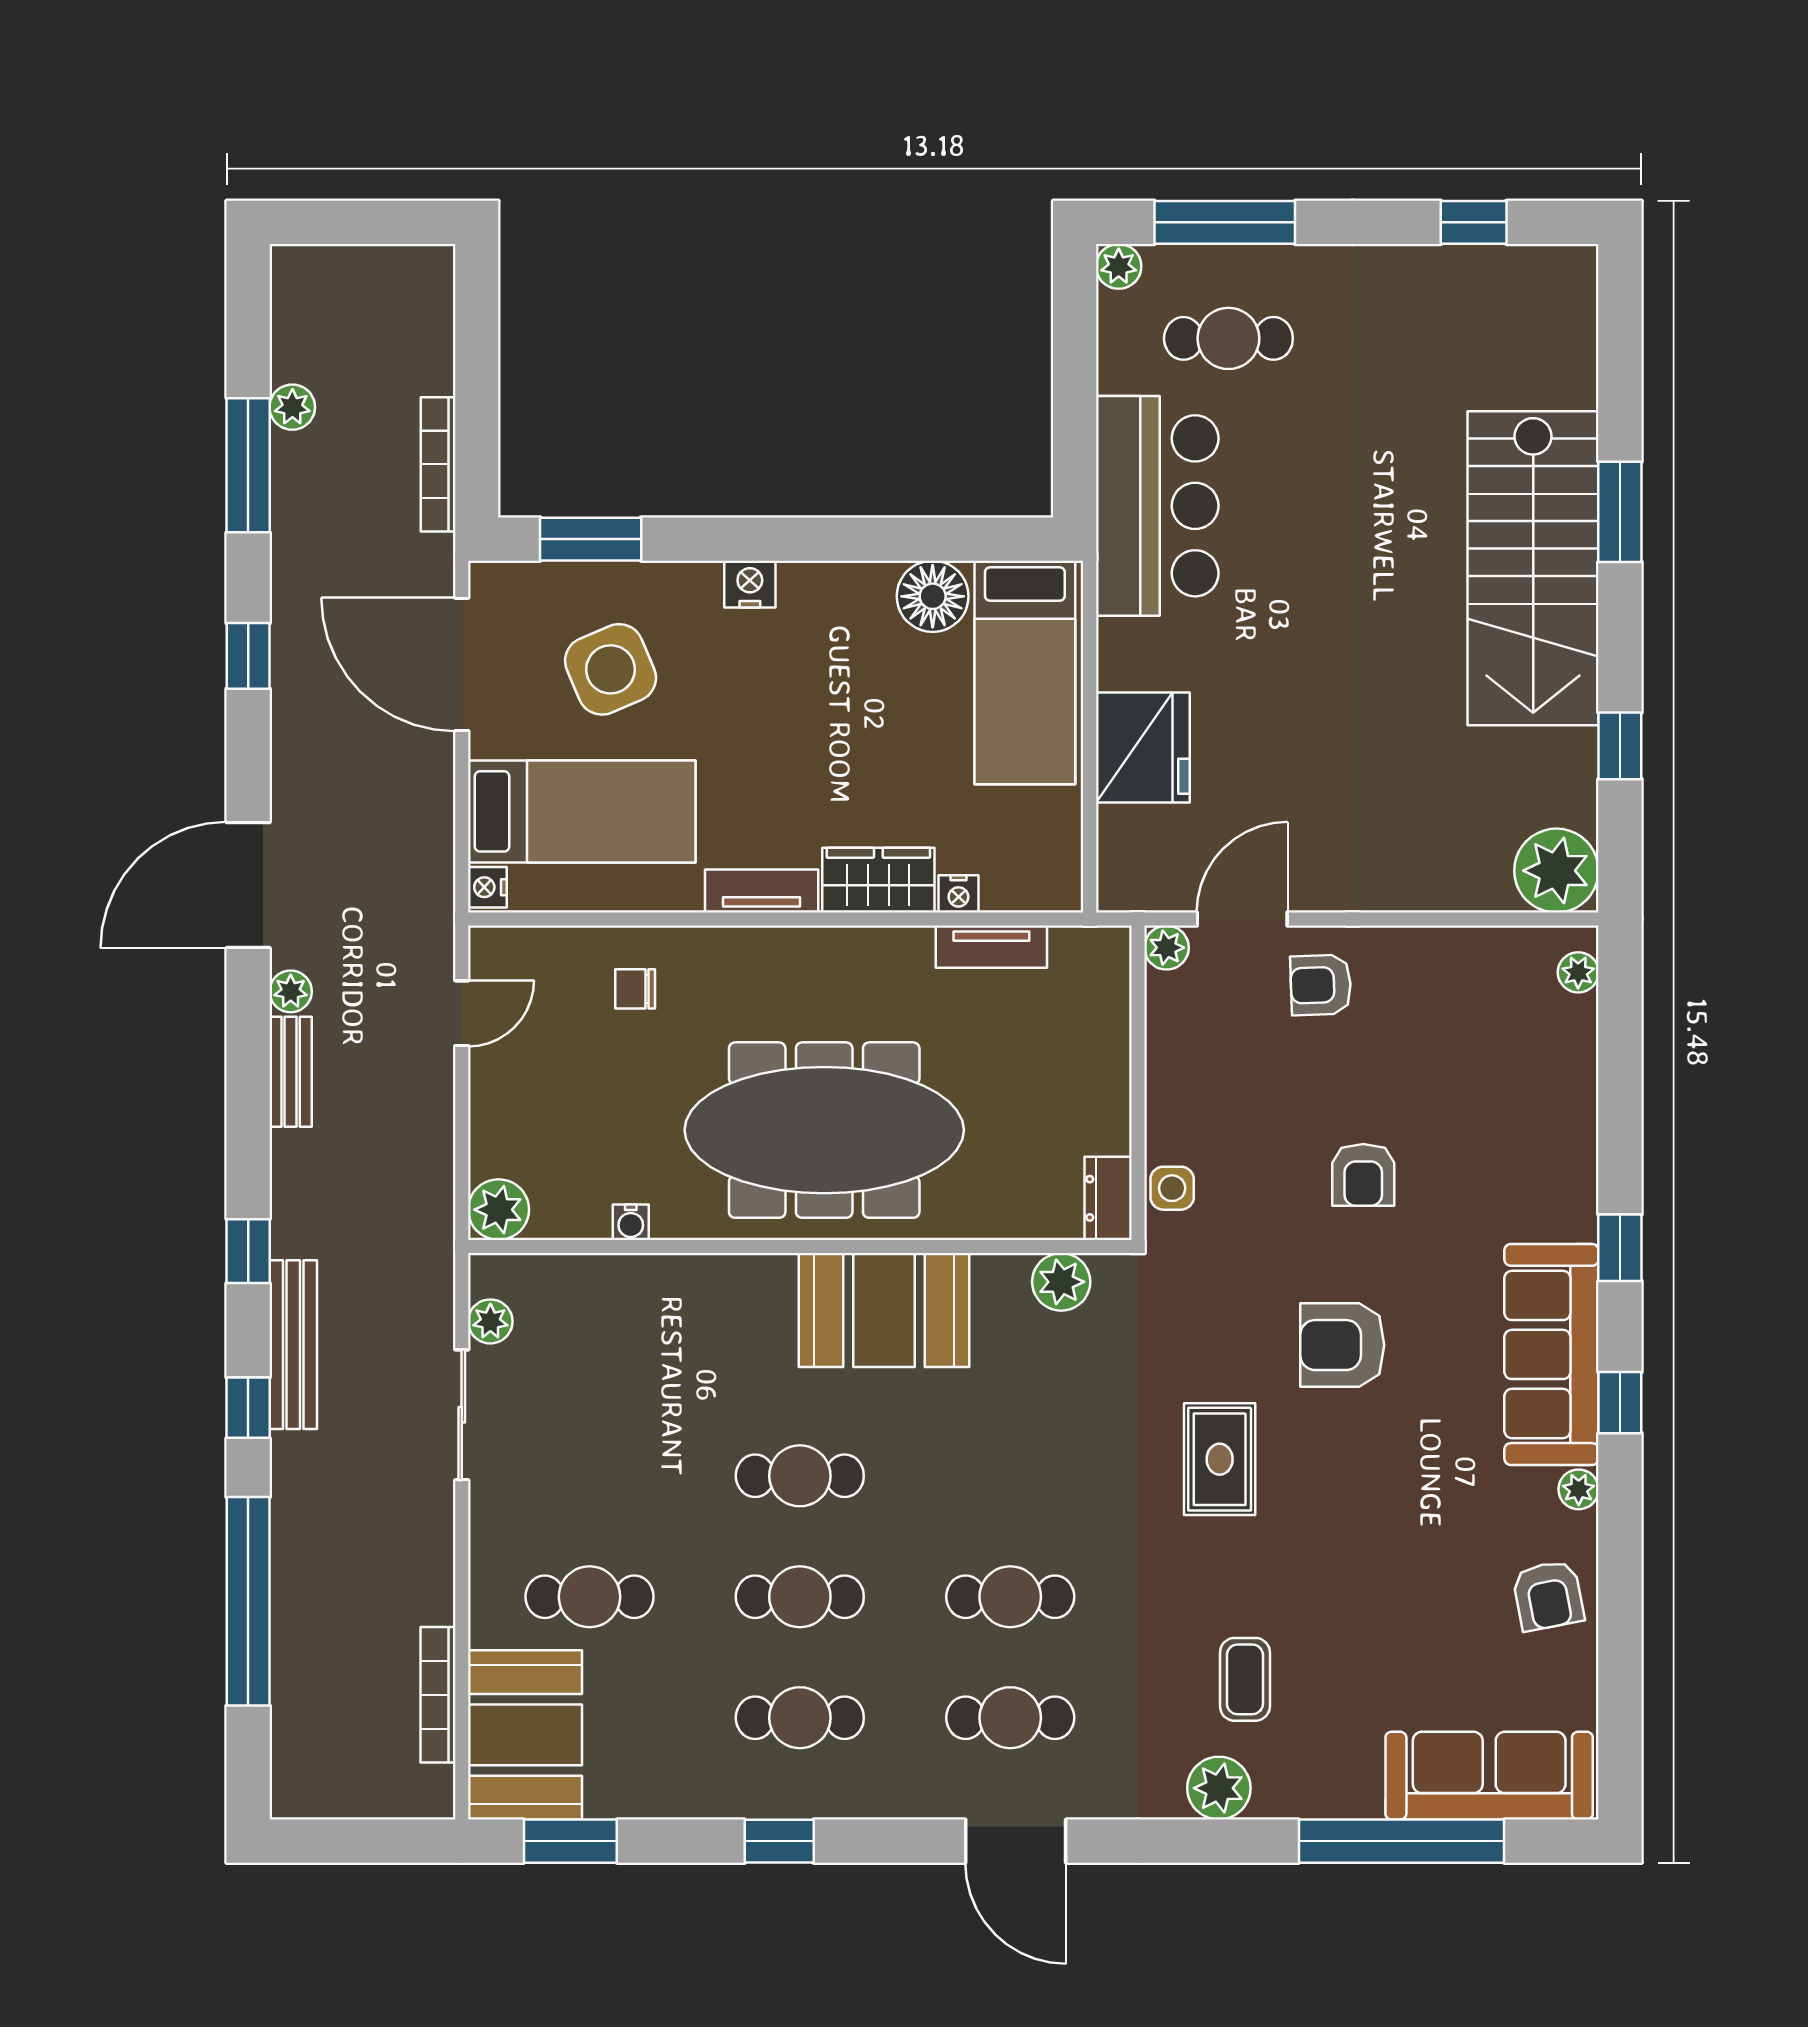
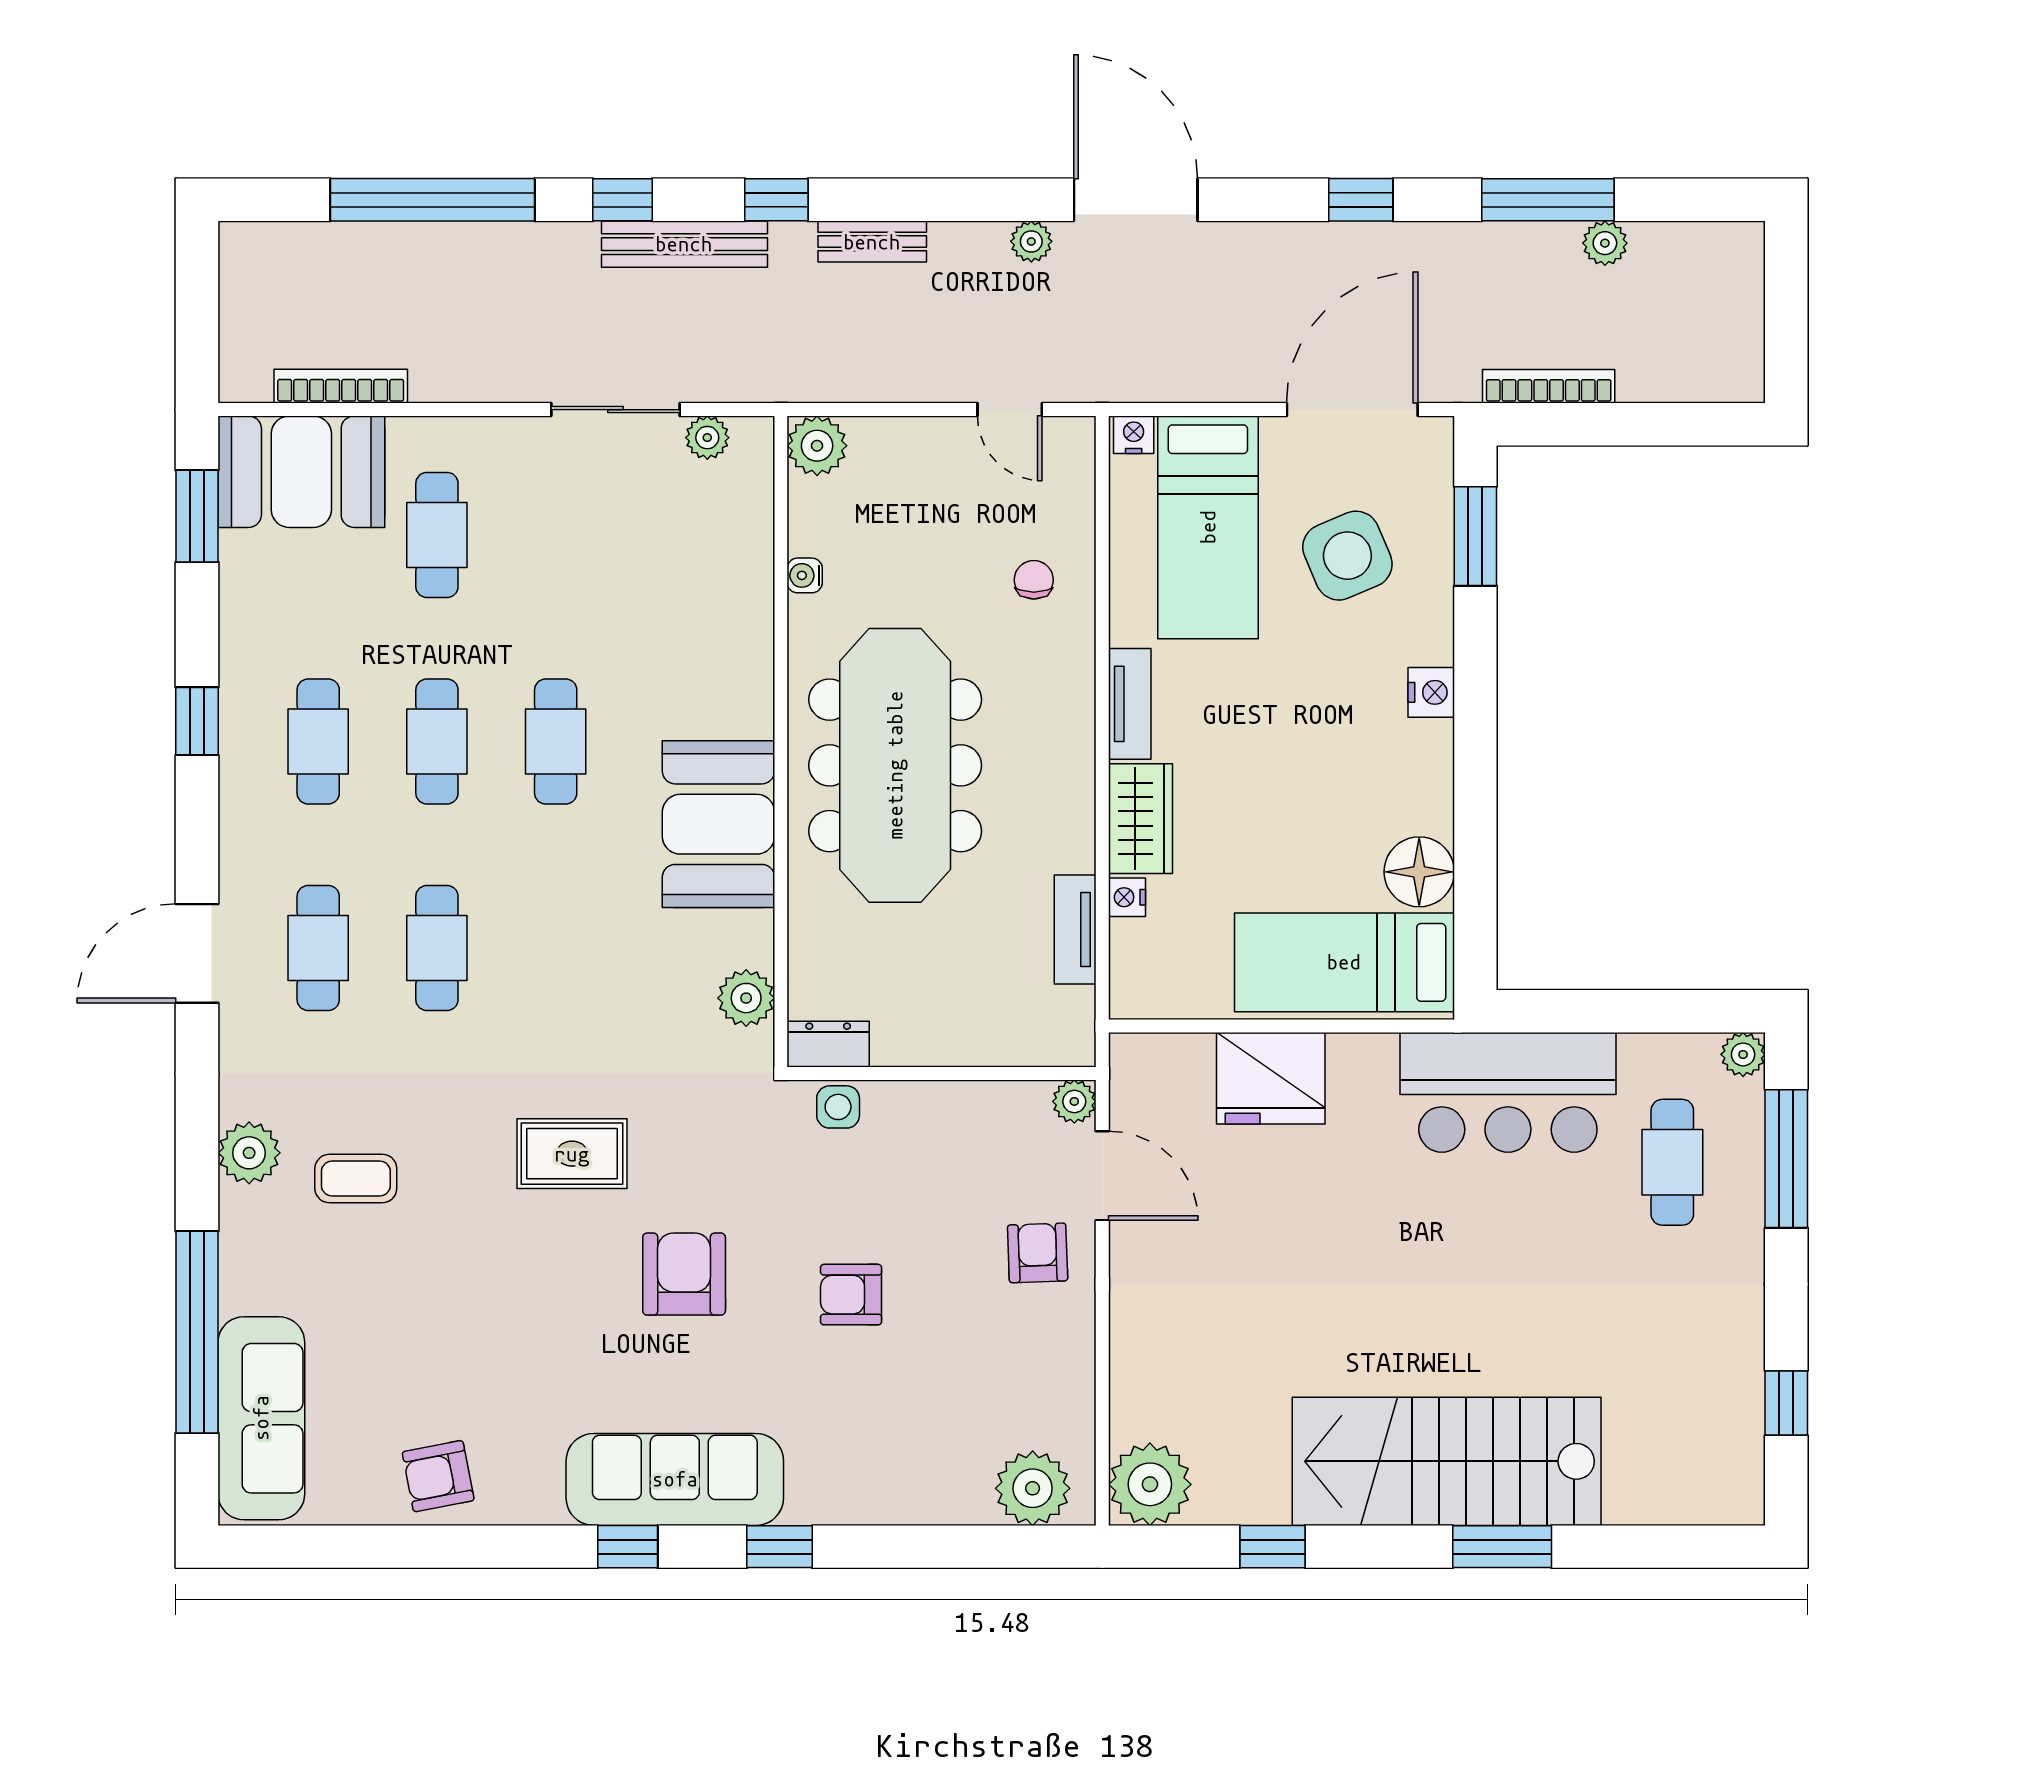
plant: (1578, 972) -> (1033, 1488), width x1.88, depth x1.88
bench: (291, 1072) -> (872, 242), moved
plant: (1579, 1489) -> (542, 1506), removed

